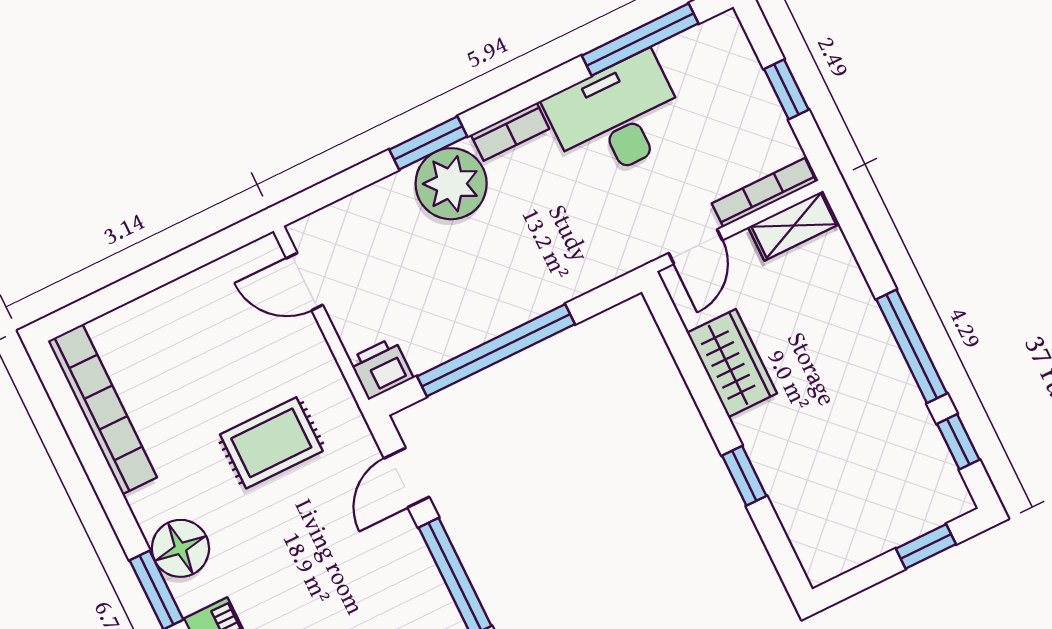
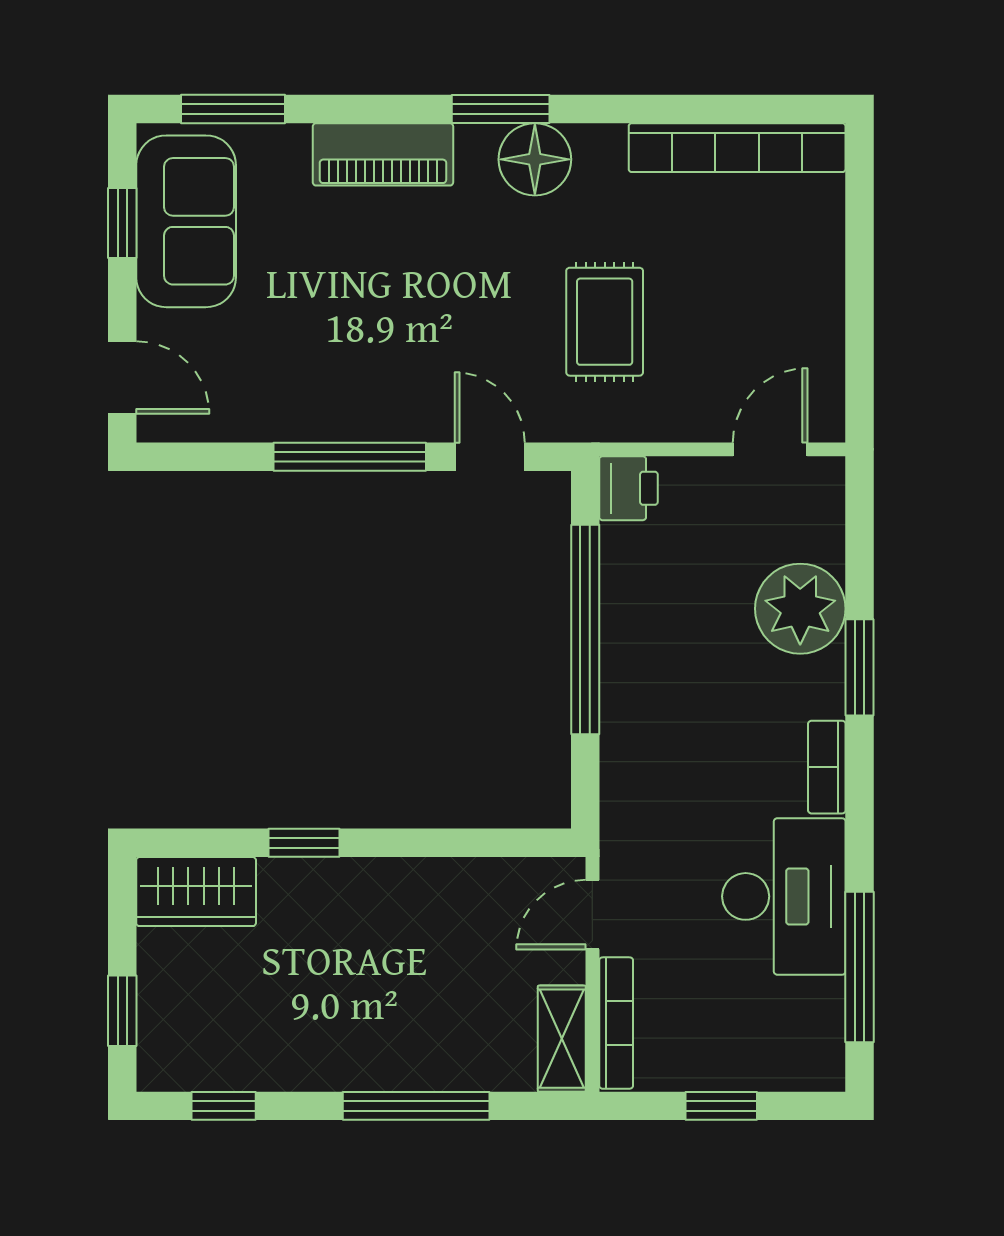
plant: (451, 184) -> (800, 609), moved
door: (695, 247) -> (592, 915), hinge flipped
window: (912, 346) -> (416, 1106), moved
wardrobe: (732, 363) -> (196, 892), moved

